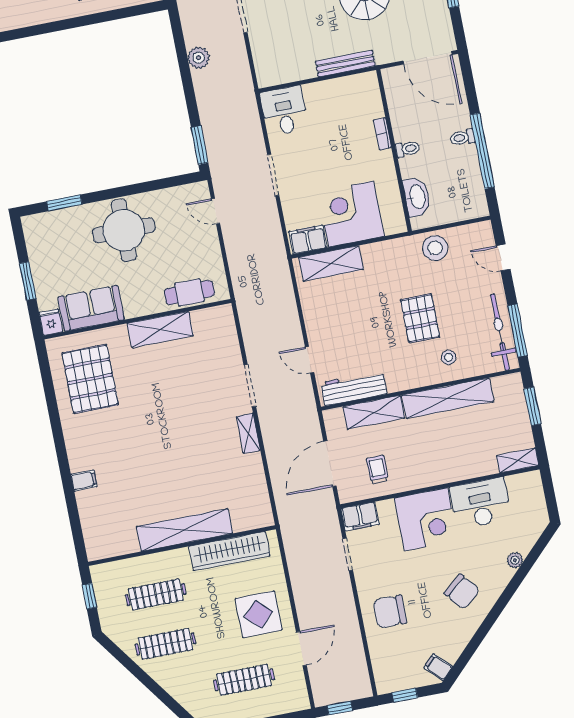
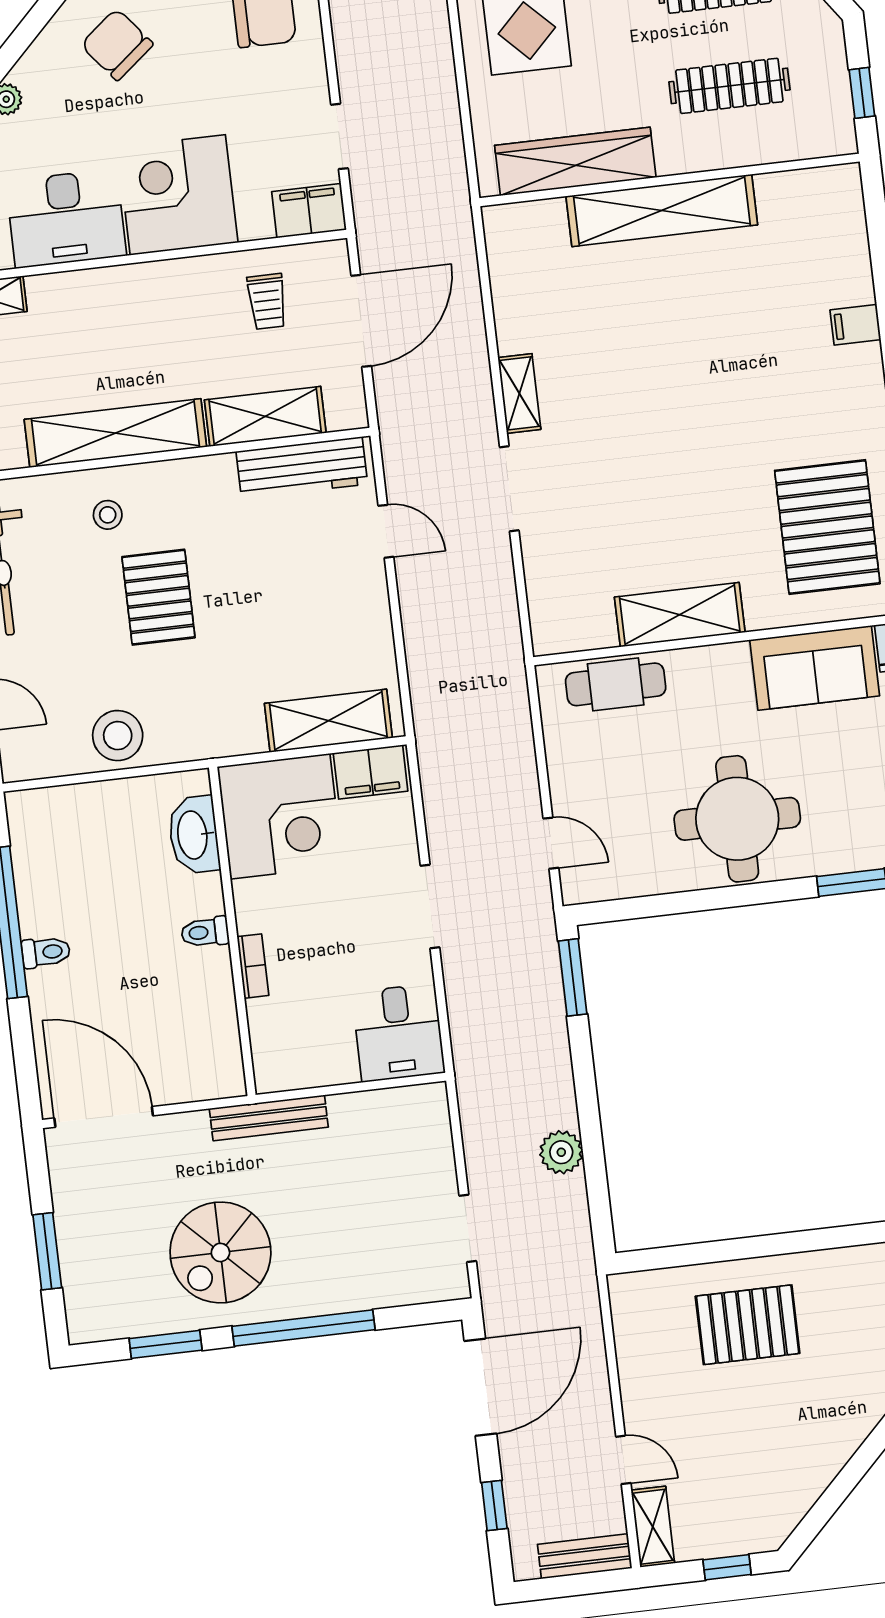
bookcase: (382, 134) -> (253, 966), moved
toilet: (408, 149) -> (205, 932), moved
wall: (394, 150) -> (232, 931), moved
washbasin: (417, 197) -> (194, 835), moved

